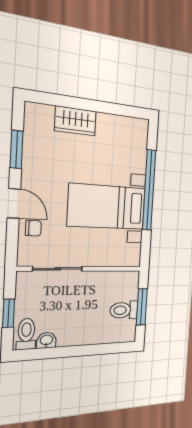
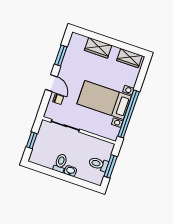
wardrobe: (128, 127) -> (130, 58), added
window: (149, 190) -> (129, 114), moved
toilet: (26, 334) -> (60, 163), moved
washbasin: (46, 340) -> (70, 171), moved

